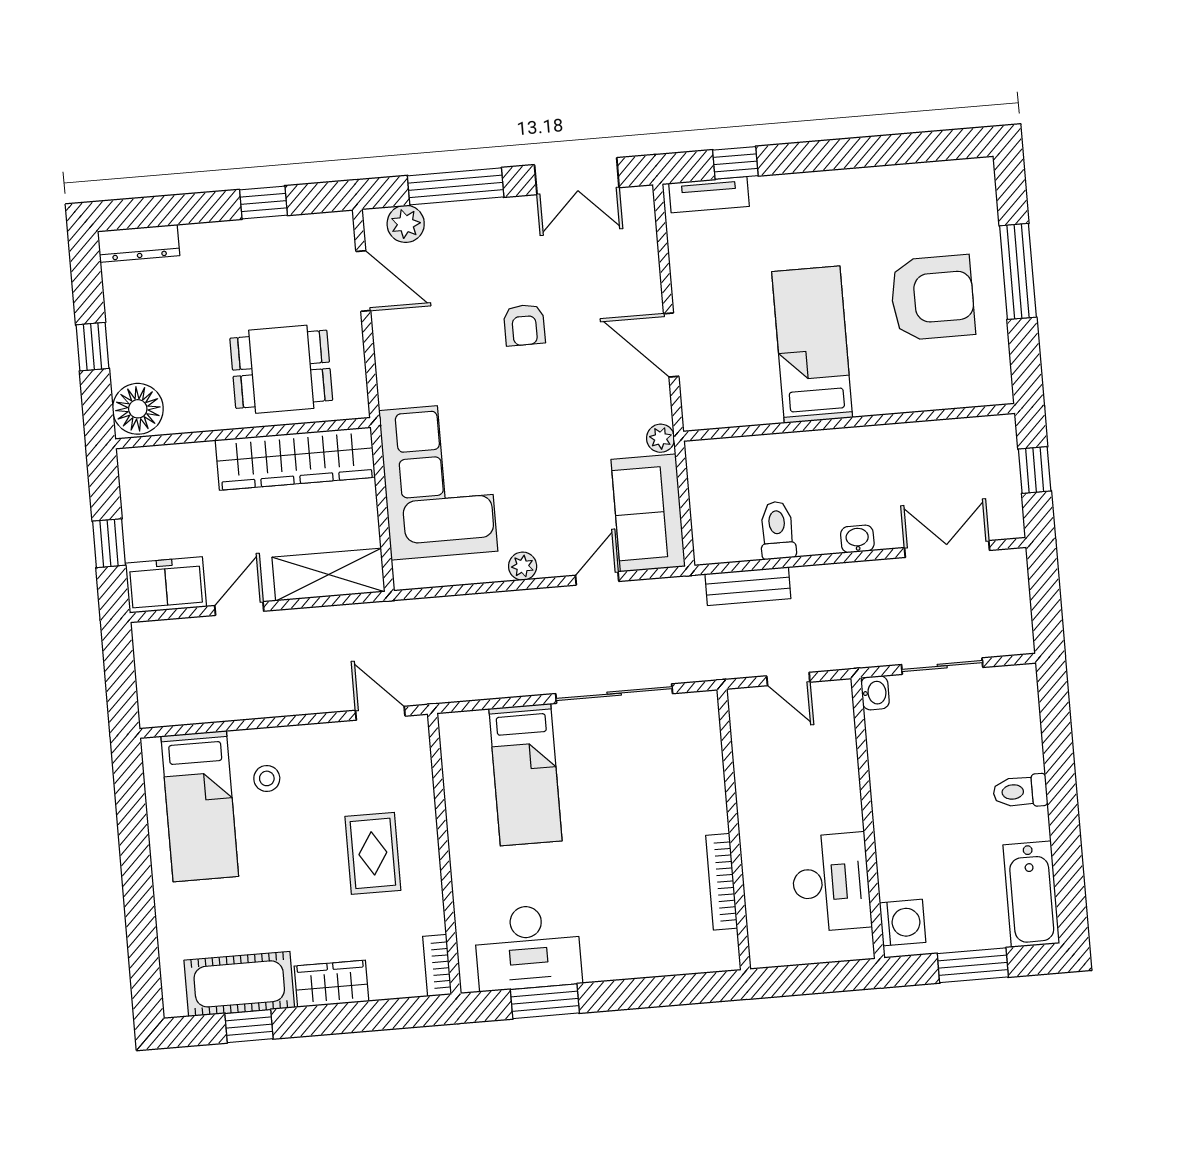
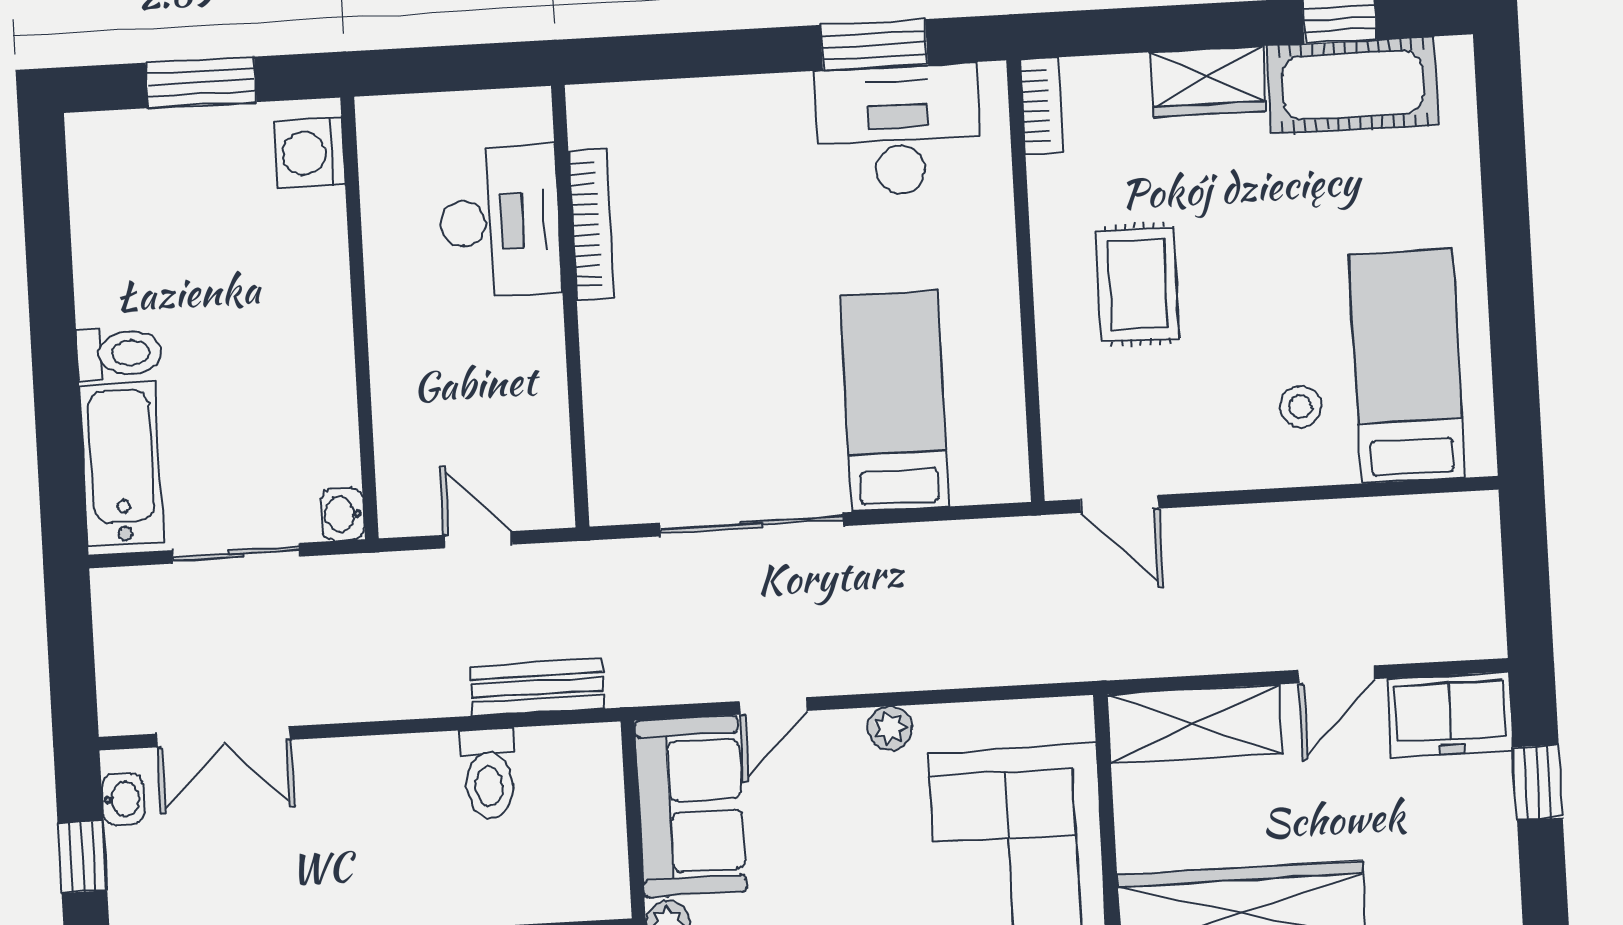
washbasin: (857, 539) -> (123, 799), moved, turned -90
desk: (831, 882) -> (499, 222), moved, turned 180
bathtub: (1031, 894) -> (121, 464), moved

